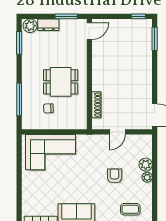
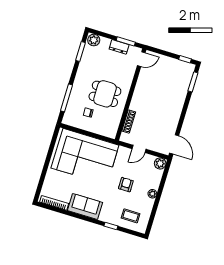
dresser: (48, 25) -> (119, 47), moved
corner sofa: (51, 152) -> (85, 157), width x1.36, depth x1.36
plant: (146, 165) -> (160, 163), moved

